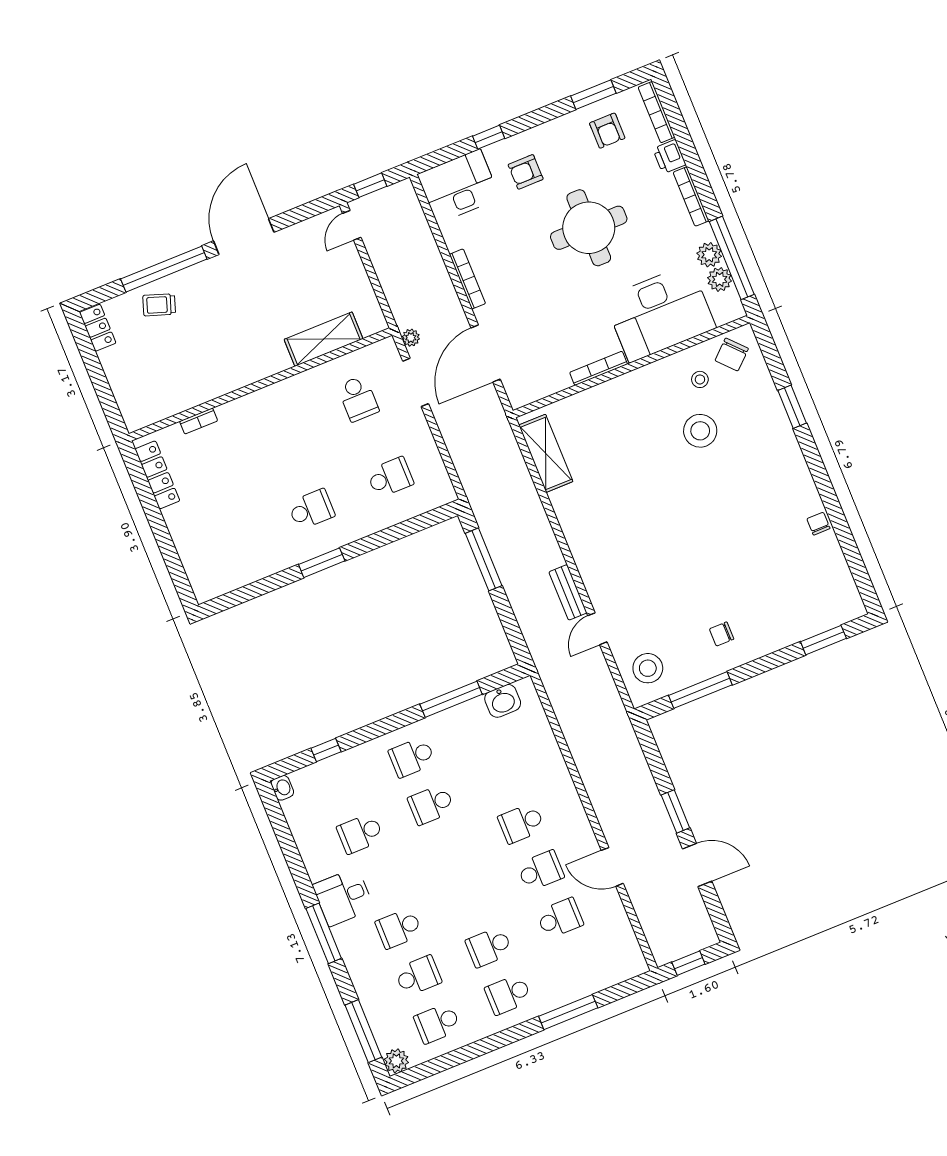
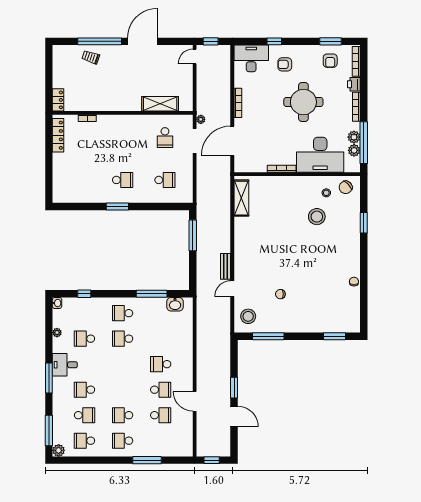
locker: (98, 328) -> (58, 100), moved
chair: (722, 634) -> (280, 294), moved
plant: (304, 843) -> (57, 333), added

